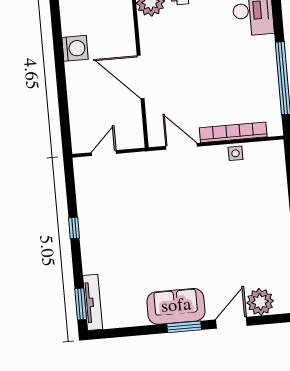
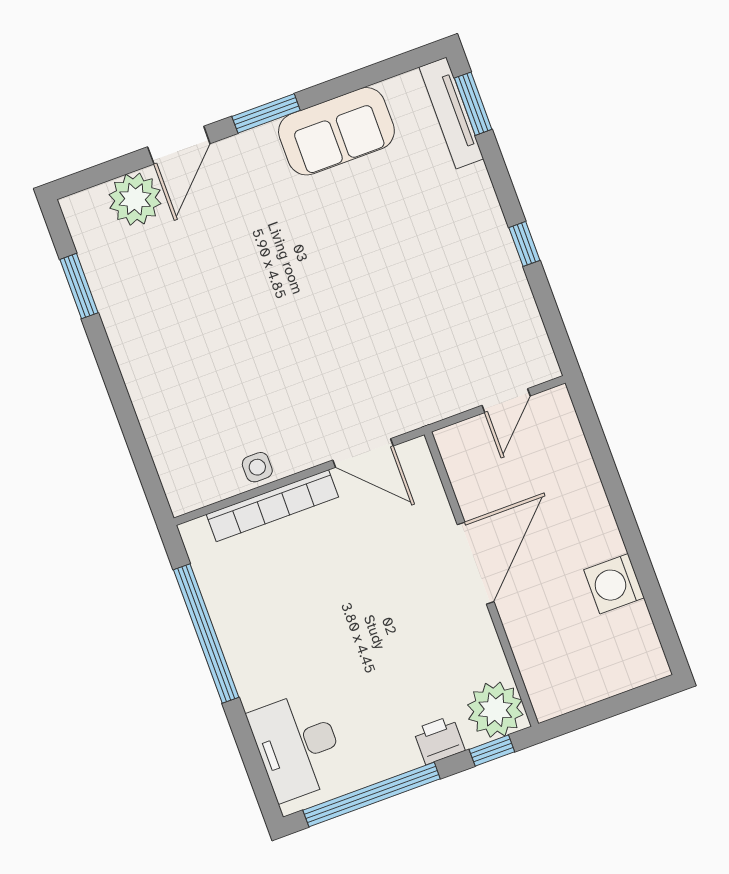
door: (141, 77) -> (476, 563), hinge flipped
sofa: (176, 306) -> (336, 131), moved

